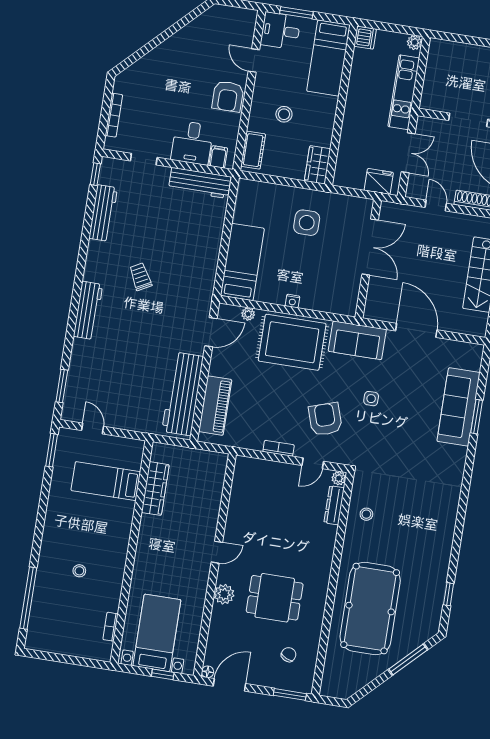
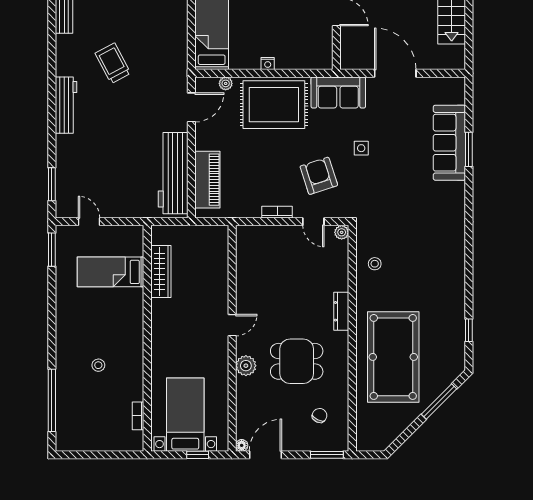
trolley: (140, 277) -> (113, 63), width x1.36, depth x1.39
door: (313, 463) -> (313, 222), hinge flipped
dresser: (334, 505) -> (341, 311), moved

